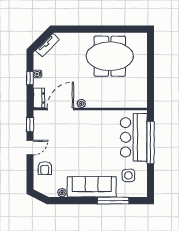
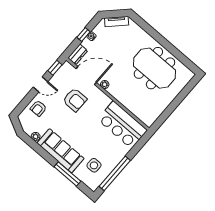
armchair: (68, 136) -> (75, 100), added
bar counter: (134, 137) -> (122, 125), moved, turned -90
window: (151, 142) -> (115, 173), moved

